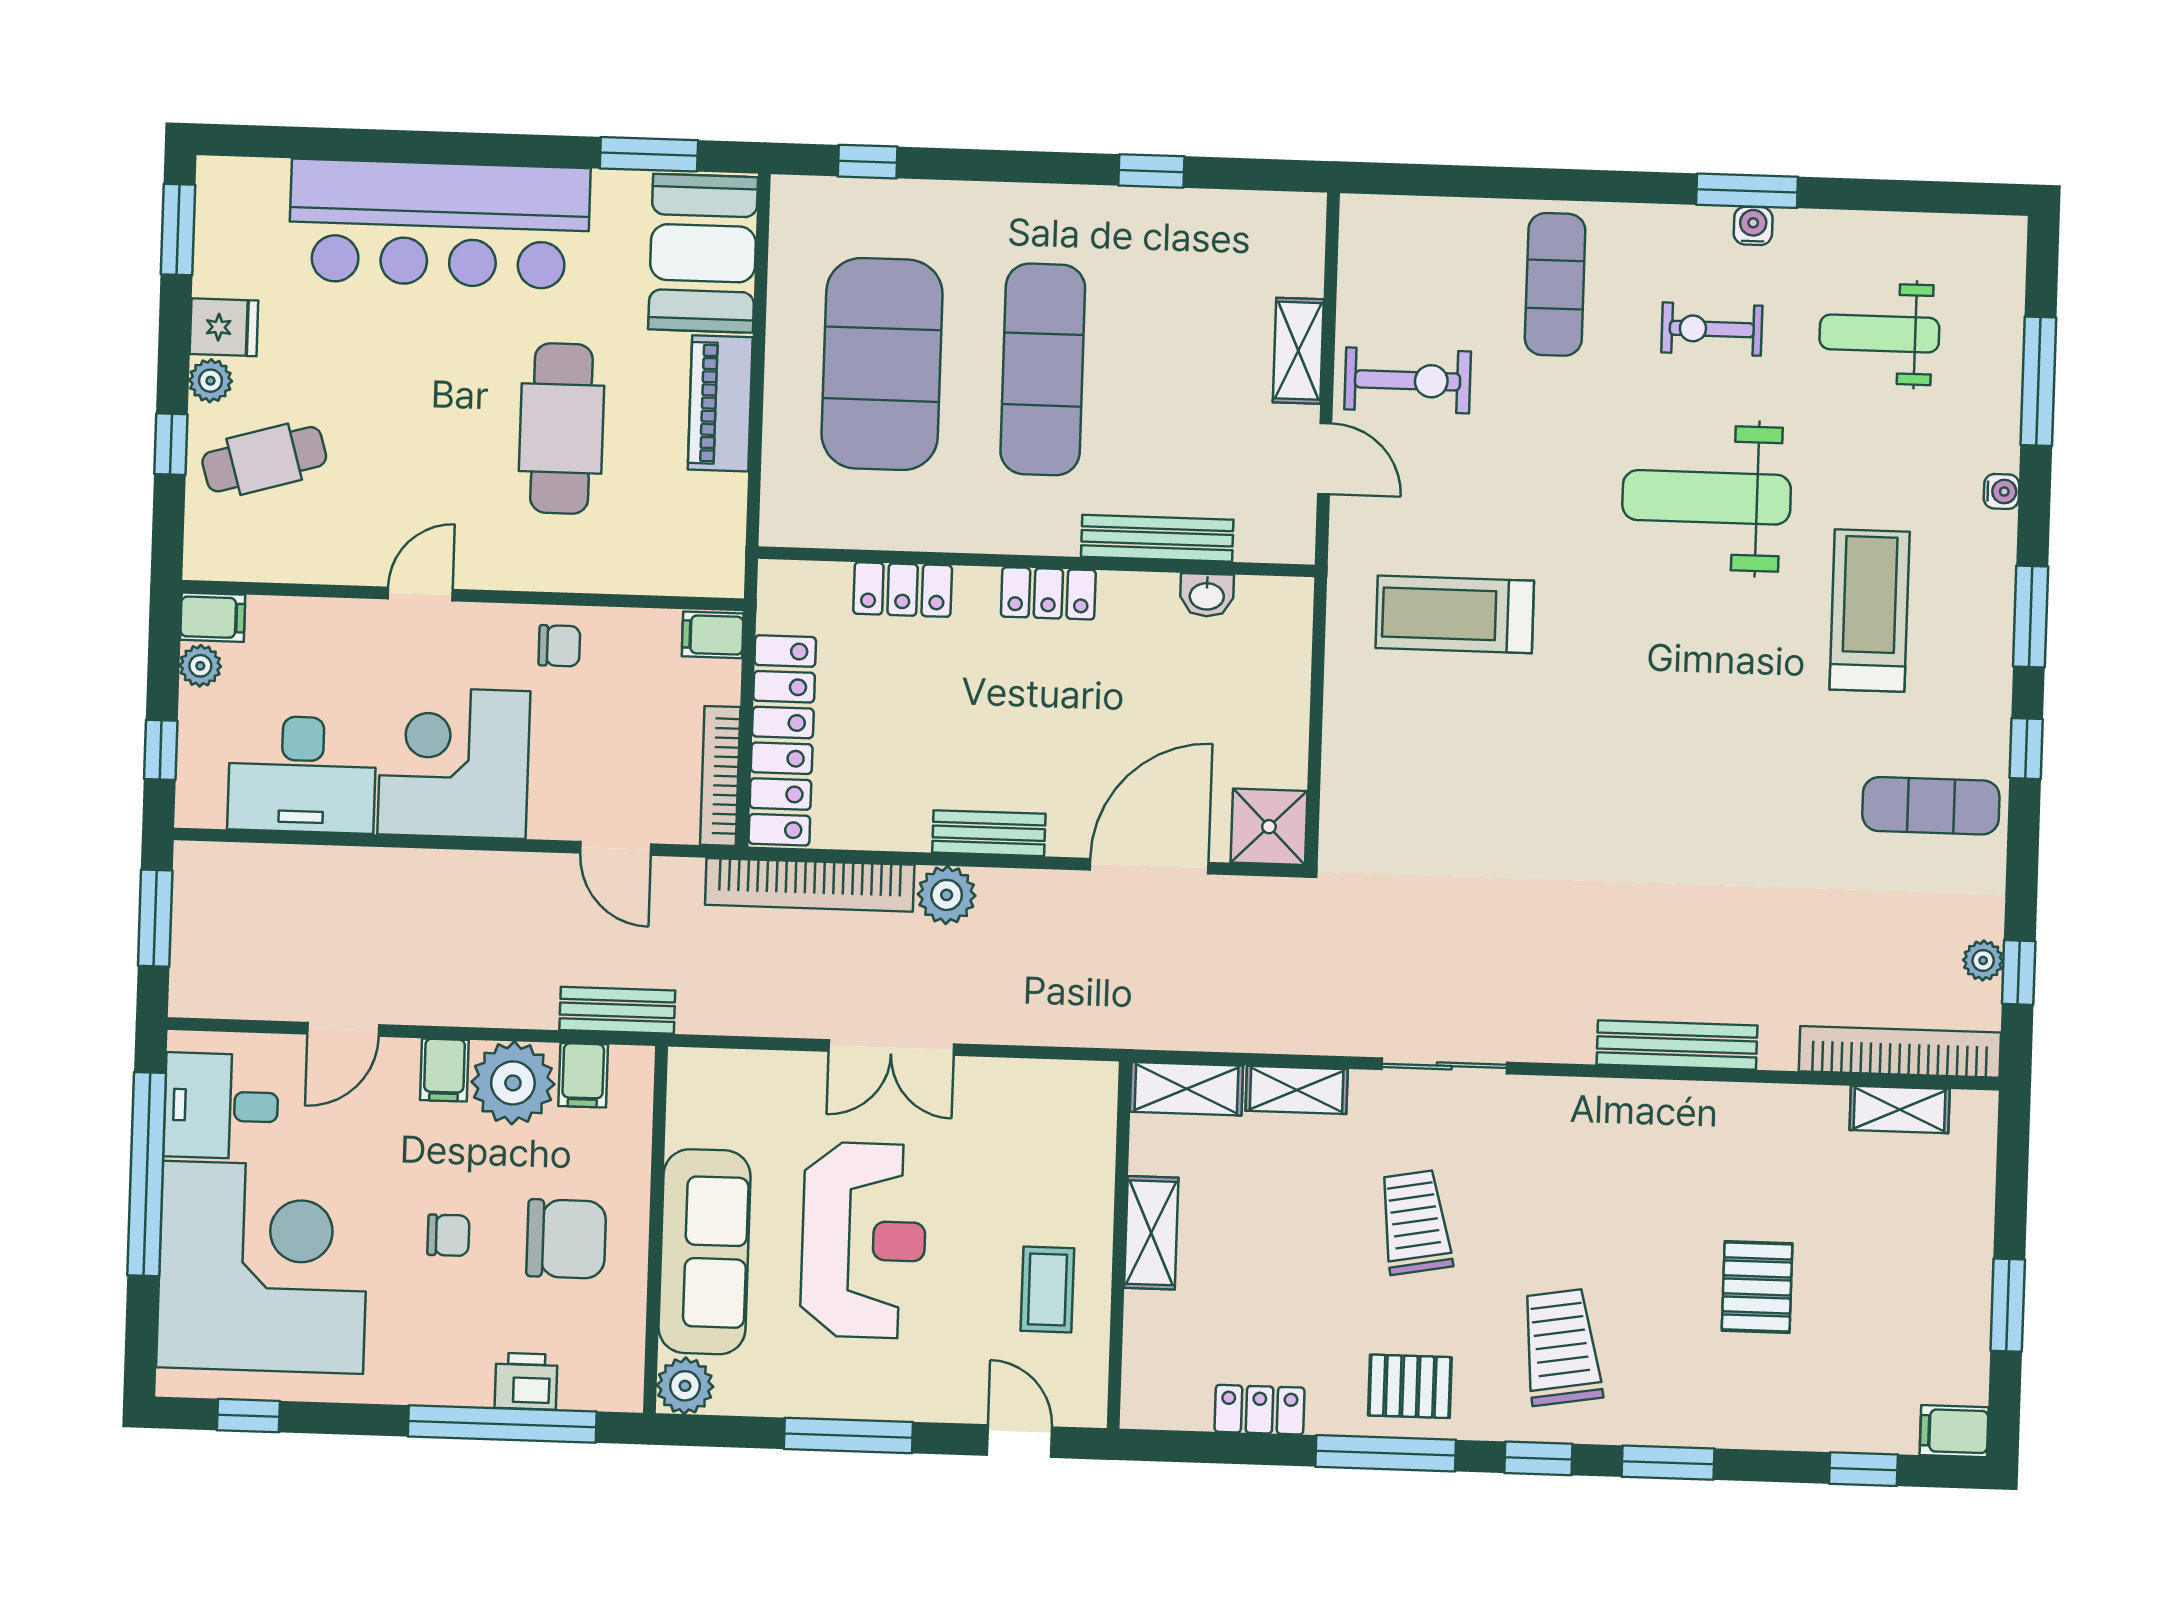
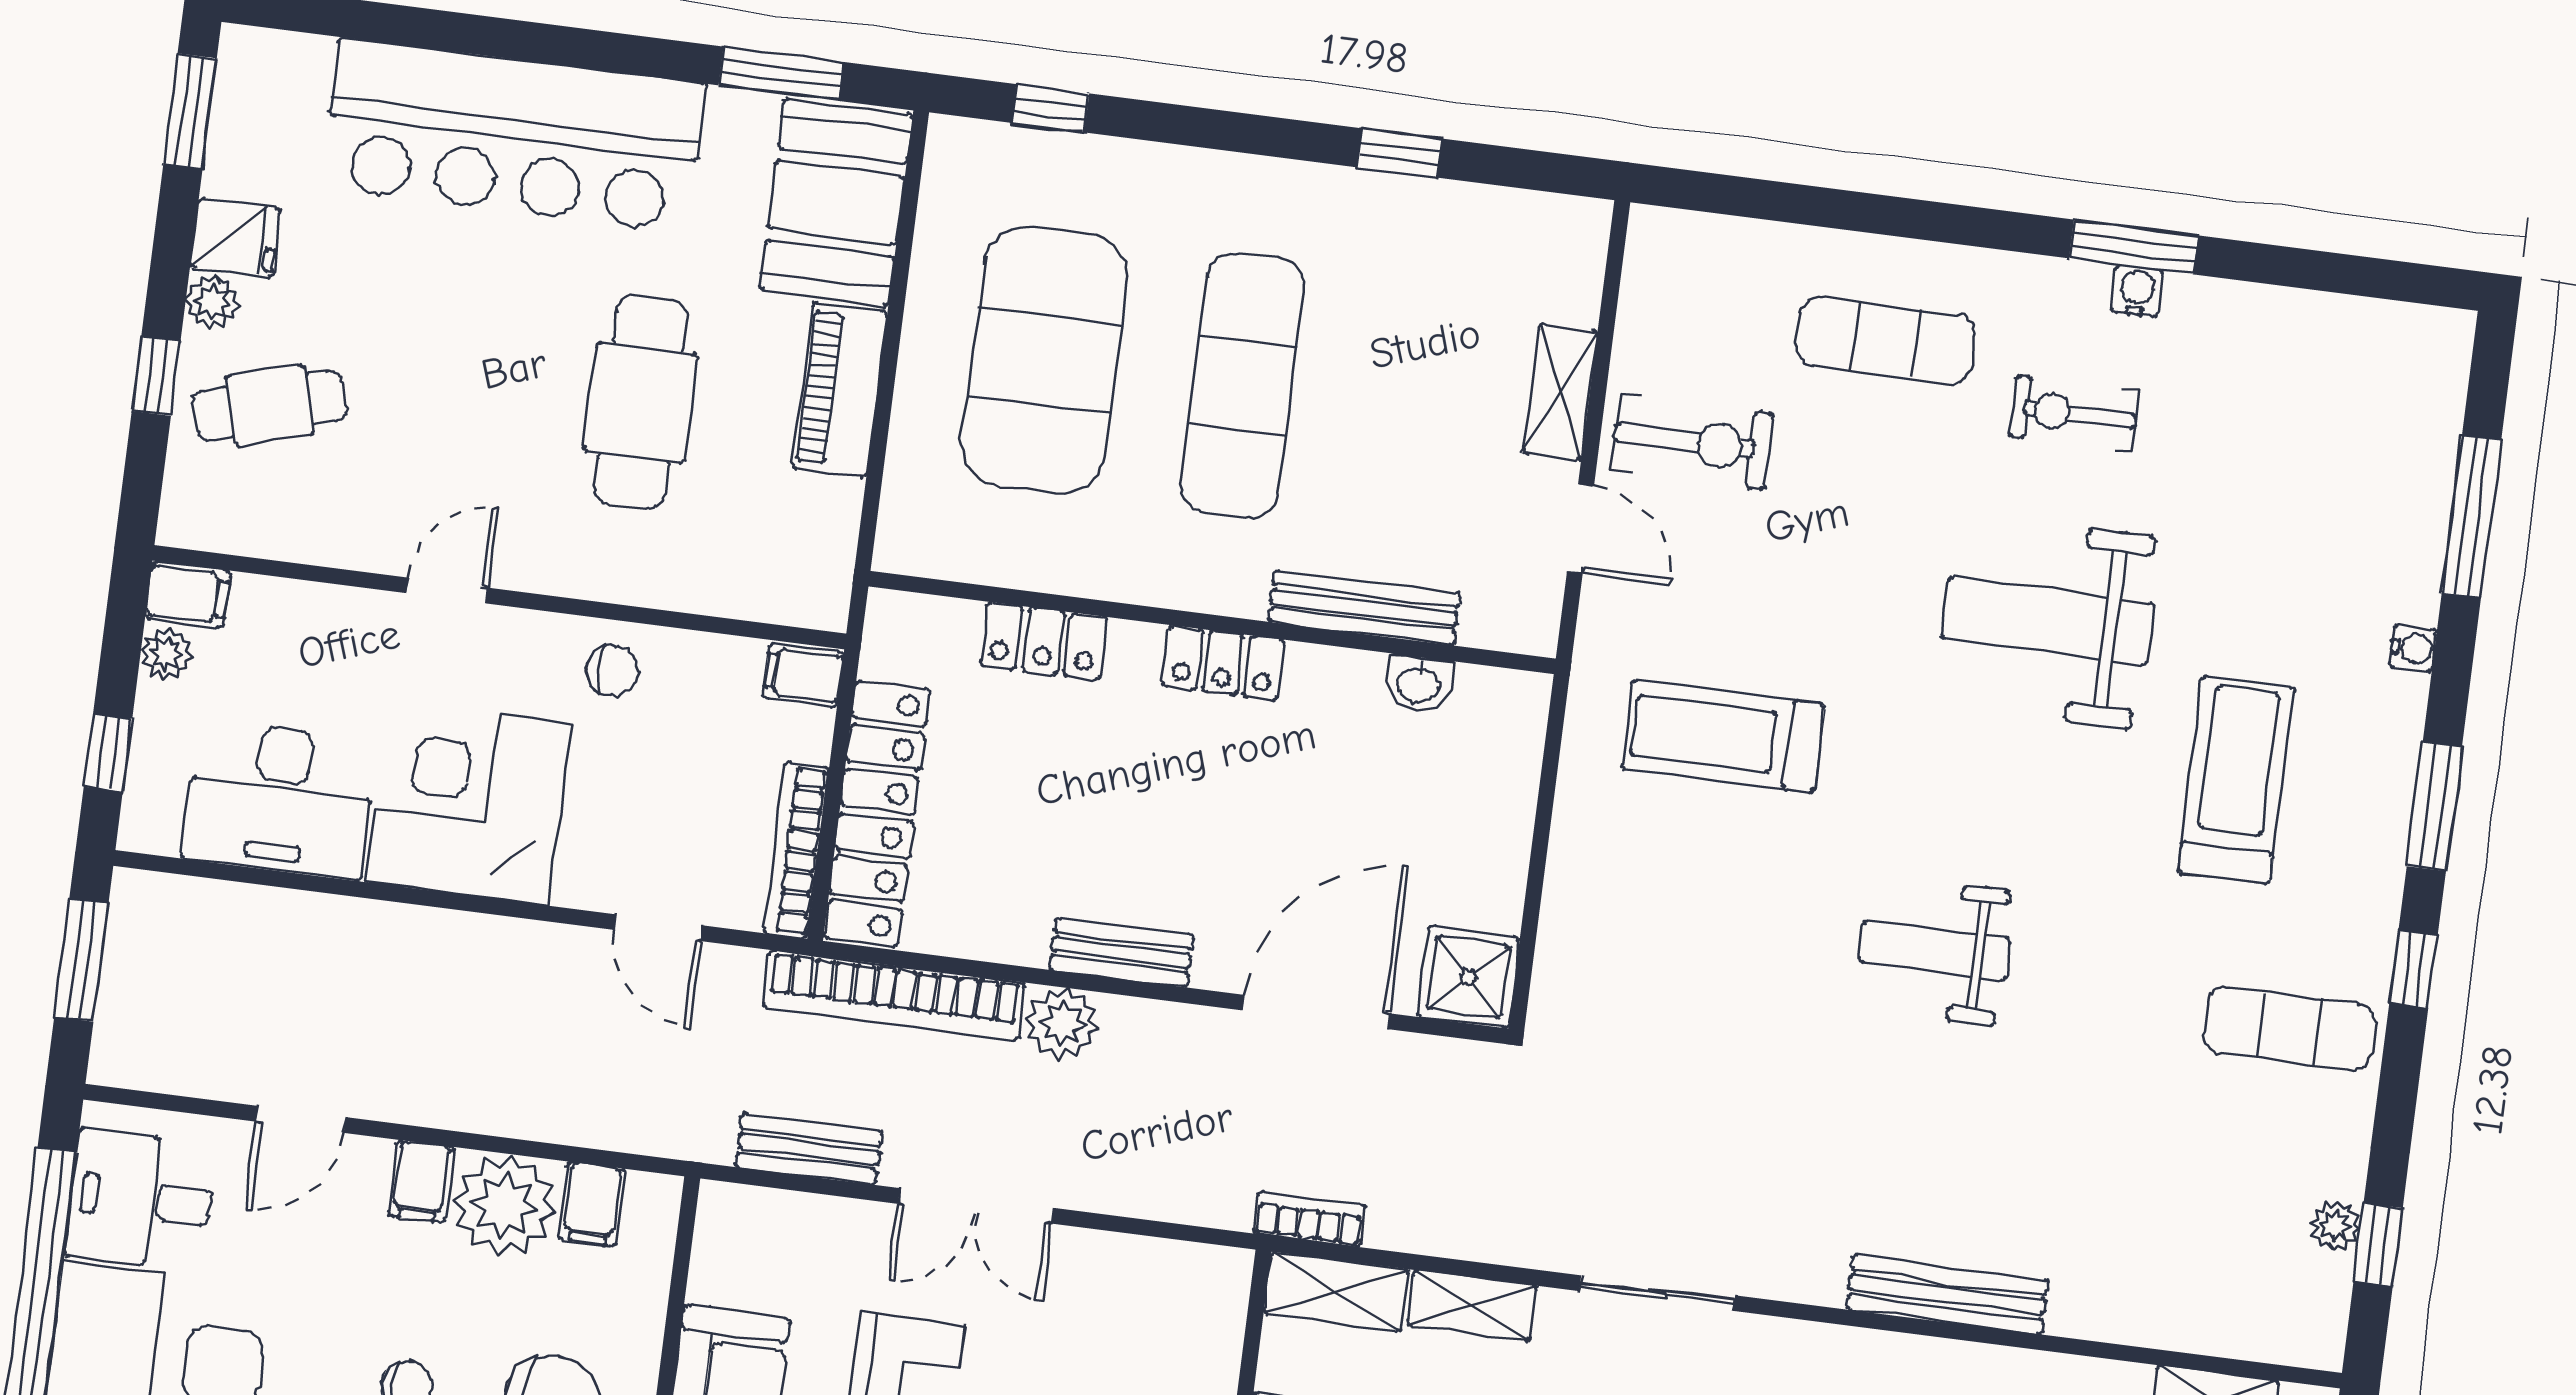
exercise mat: (1555, 284) -> (1886, 340), turned 90
weight bench: (1879, 334) -> (1934, 950), moved
bench: (617, 1010) -> (809, 1149), moved
bookcase: (1900, 1052) -> (1309, 1219), moved, width x0.43, depth x0.76

